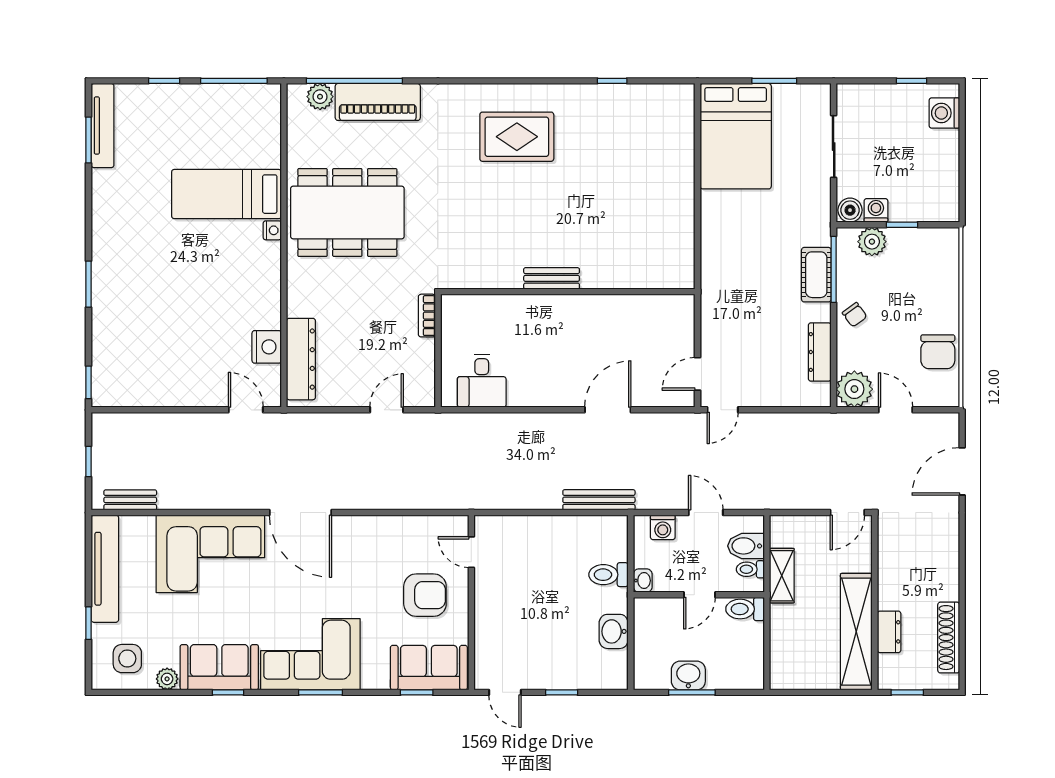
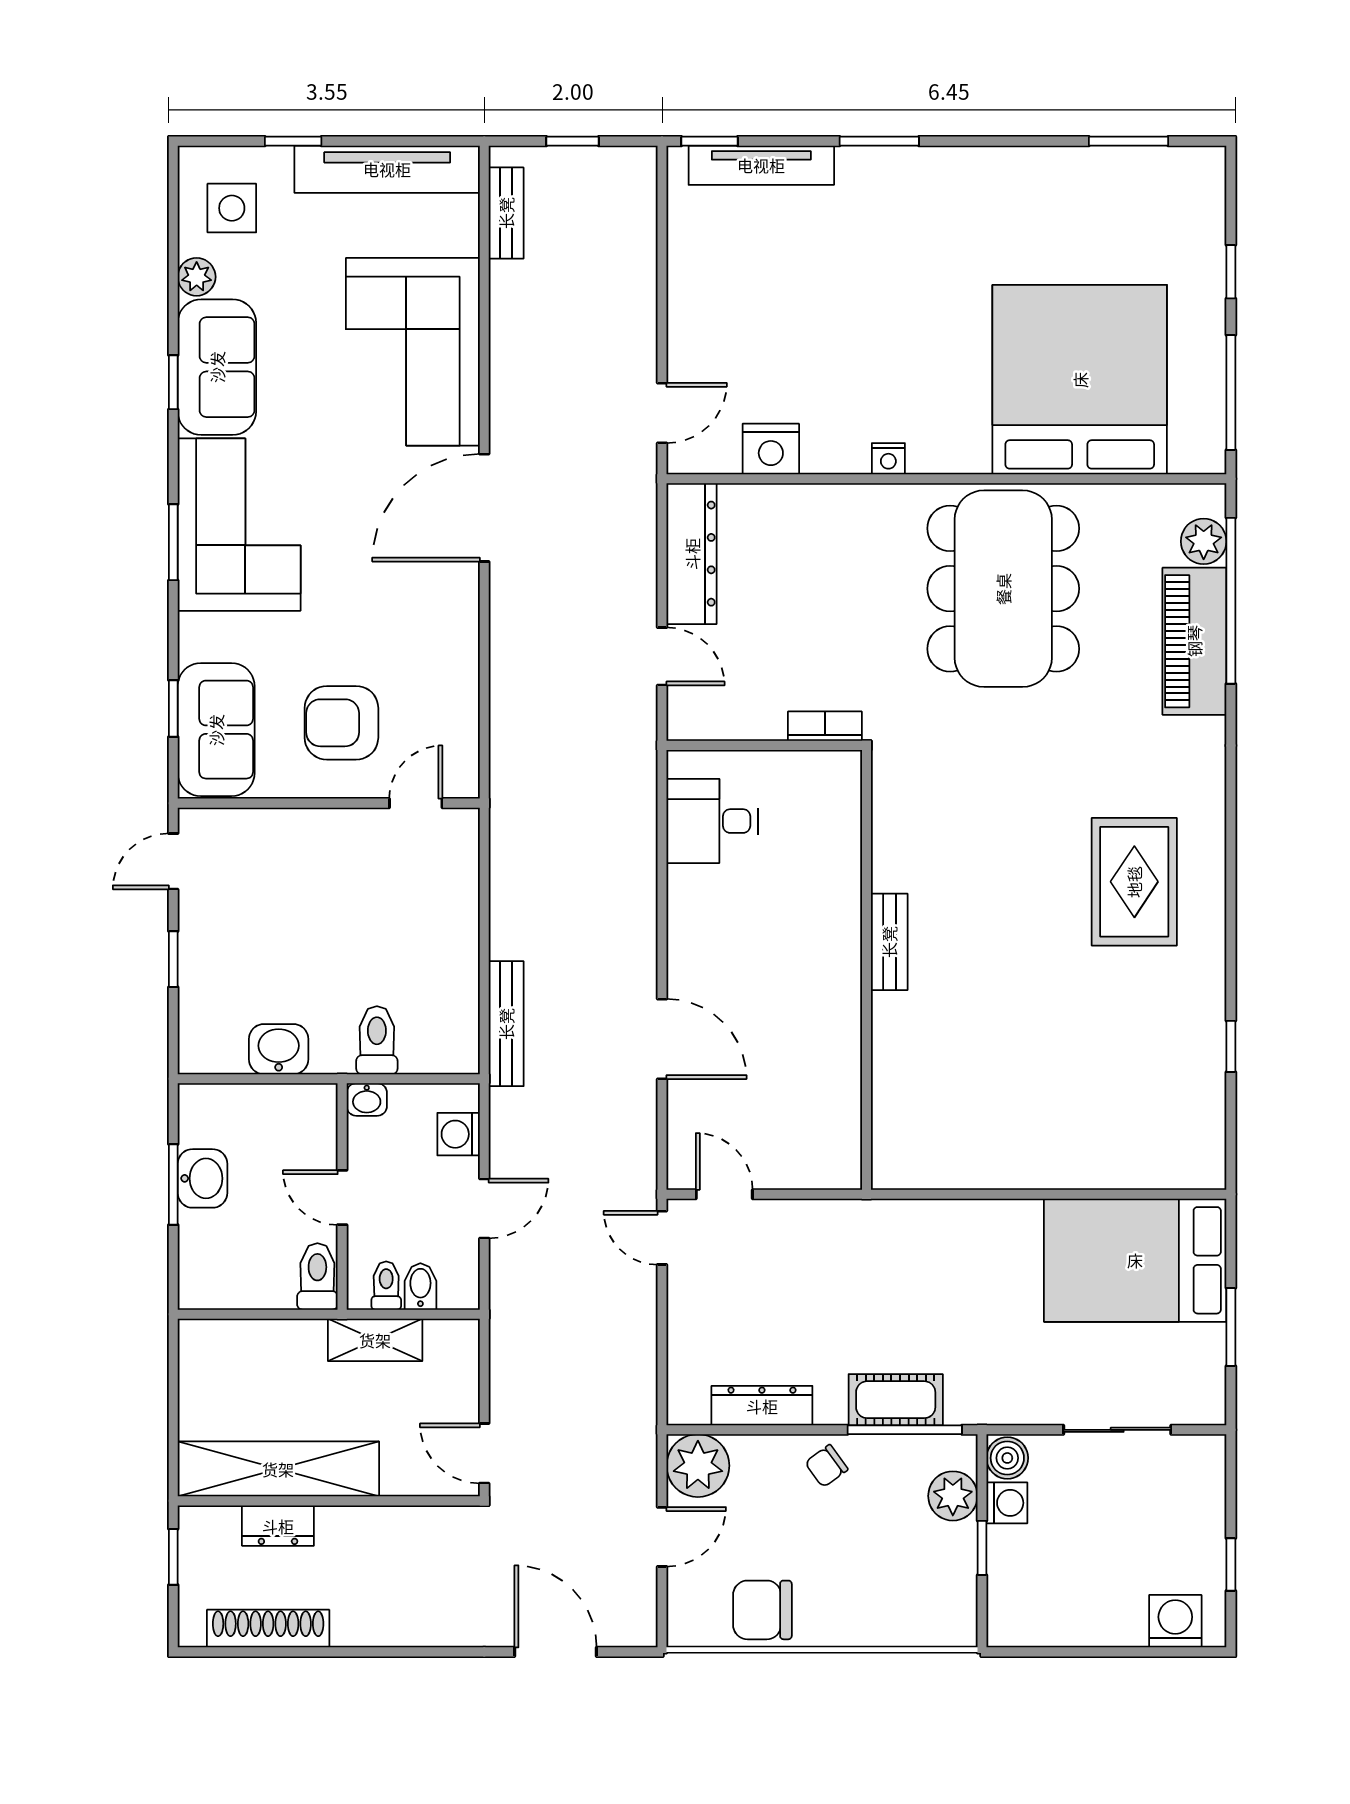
tv unit: (103, 126) -> (761, 165), moved
bed: (226, 194) -> (1080, 380), width x2.04
nightstand: (272, 230) -> (888, 459), moved
dresser: (301, 359) -> (692, 554), moved, turned -90
bidet: (746, 546) -> (420, 1286), width x0.72, depth x0.74
armchair: (425, 595) -> (341, 723), turned 90

